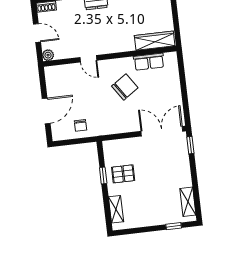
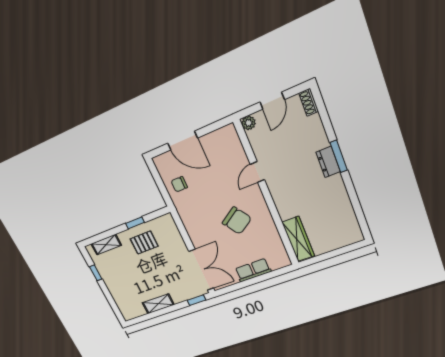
row of seats: (149, 62) -> (253, 270), moved, turned 90
pallet: (123, 174) -> (144, 243), turned 90
shelving: (188, 202) -> (158, 304), moved
window: (174, 226) -> (96, 273), moved

